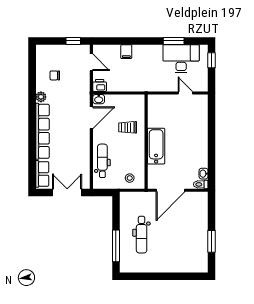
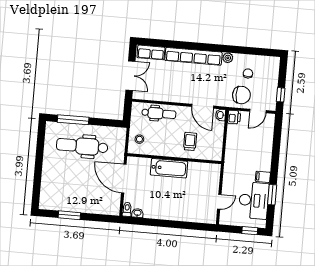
filing cabinet: (126, 52) -> (263, 177), moved
chair: (77, 80) -> (241, 95), added
dental chair: (142, 235) -> (82, 146), width x1.36, depth x1.38

